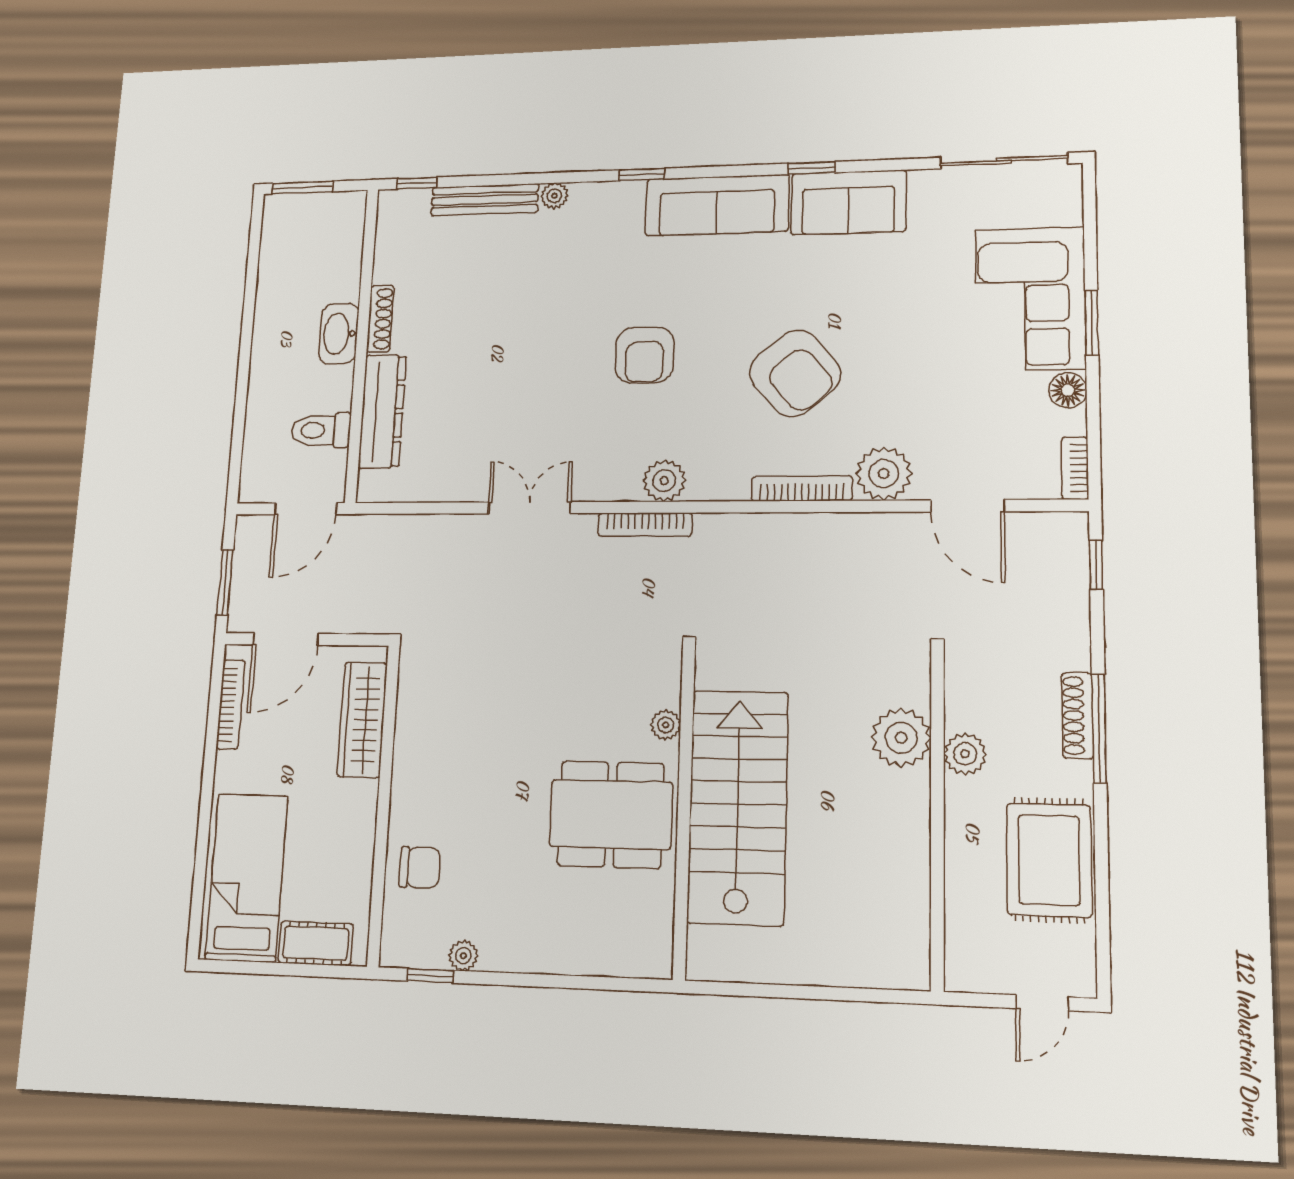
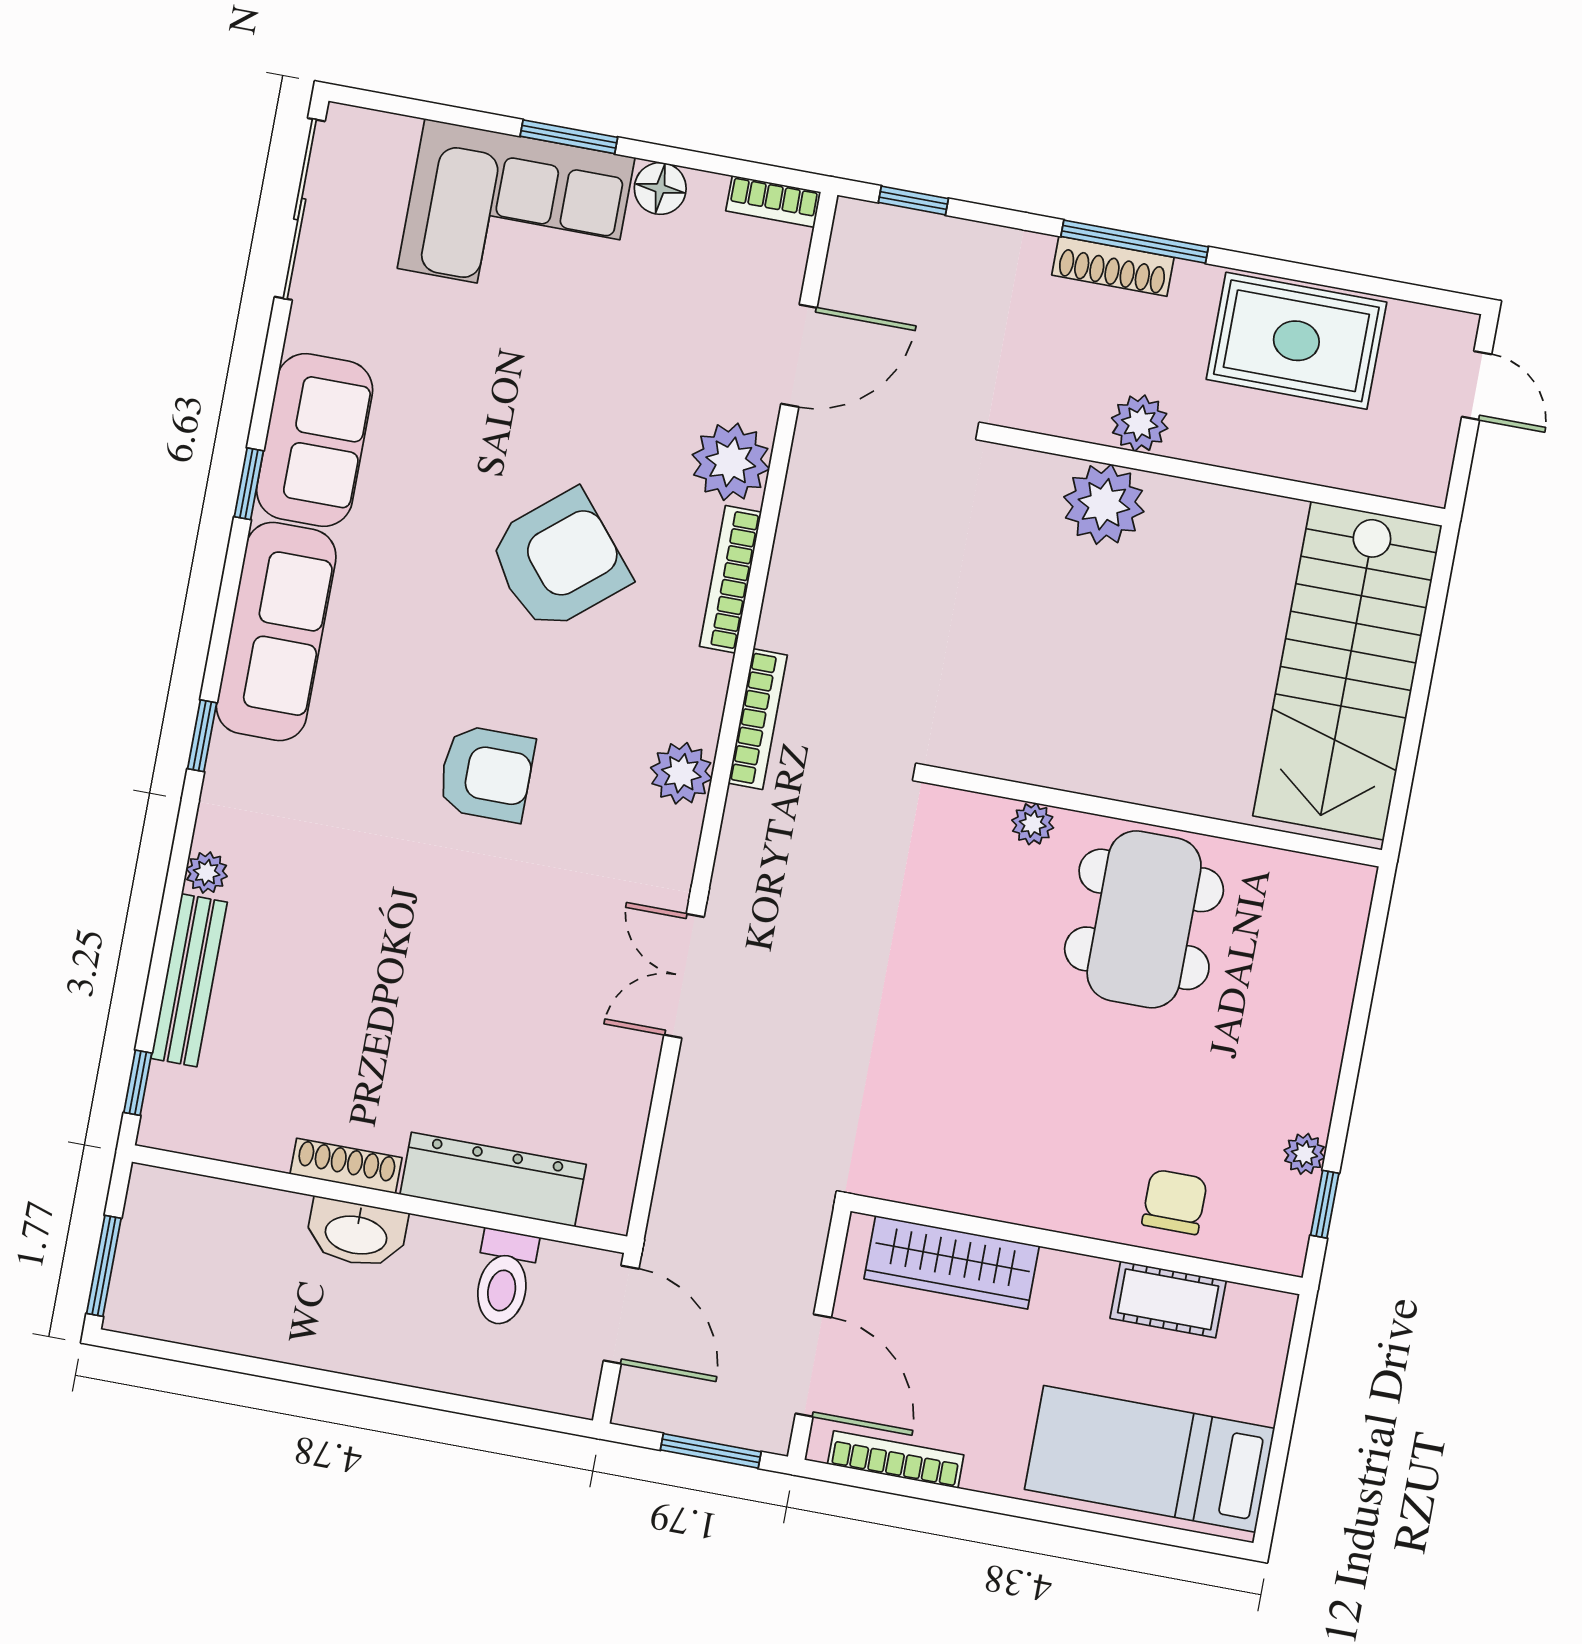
bookcase: (645, 525) -> (758, 719), moved
stairs: (738, 807) -> (1347, 671), moved, turned -90
cot: (316, 943) -> (1168, 1299), moved, turned 90

